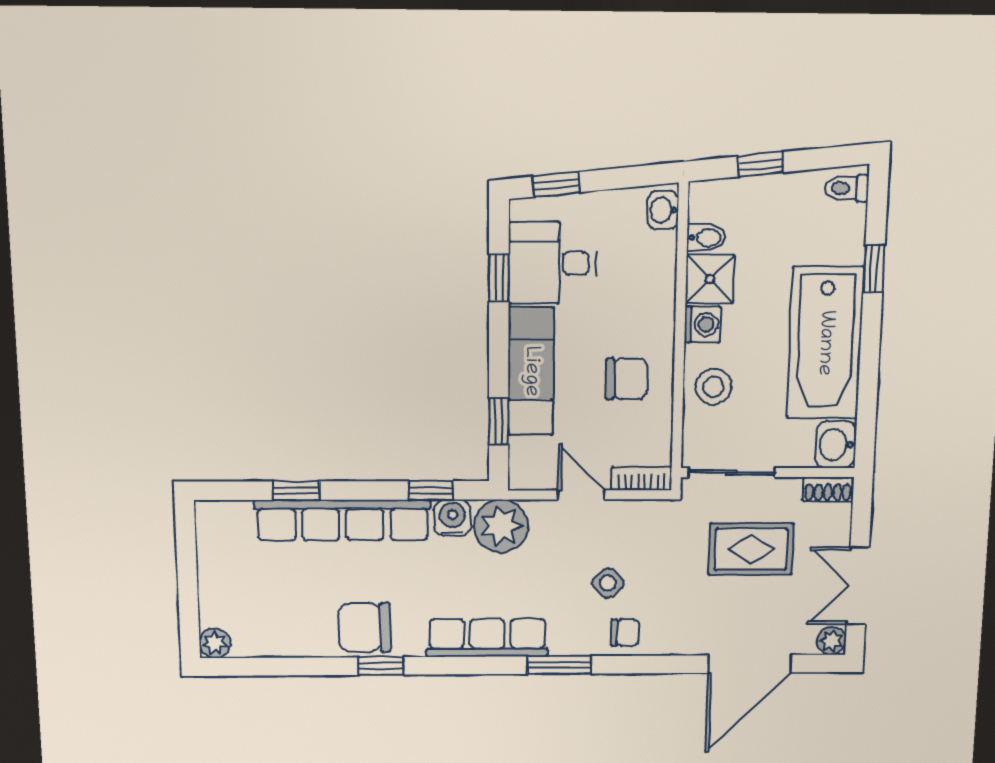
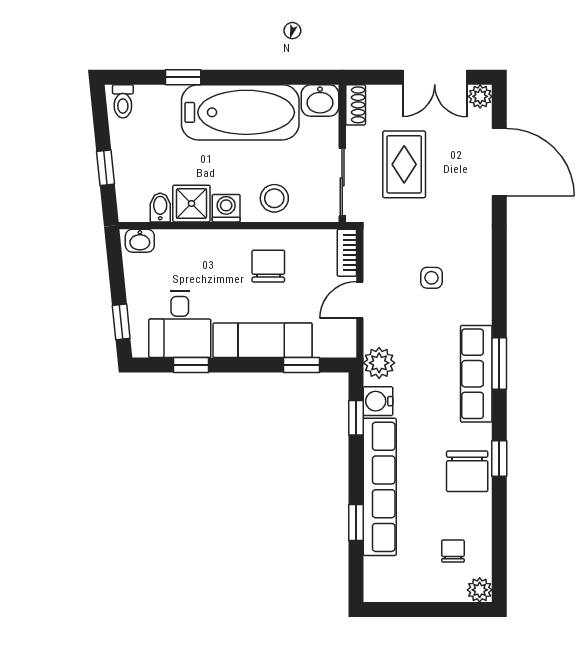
plant: (501, 526) -> (379, 363), width x0.73, depth x0.73
side table: (608, 583) -> (431, 278), turned 45
chair: (625, 633) -> (453, 551), moved
window: (559, 665) -> (499, 364), moved

